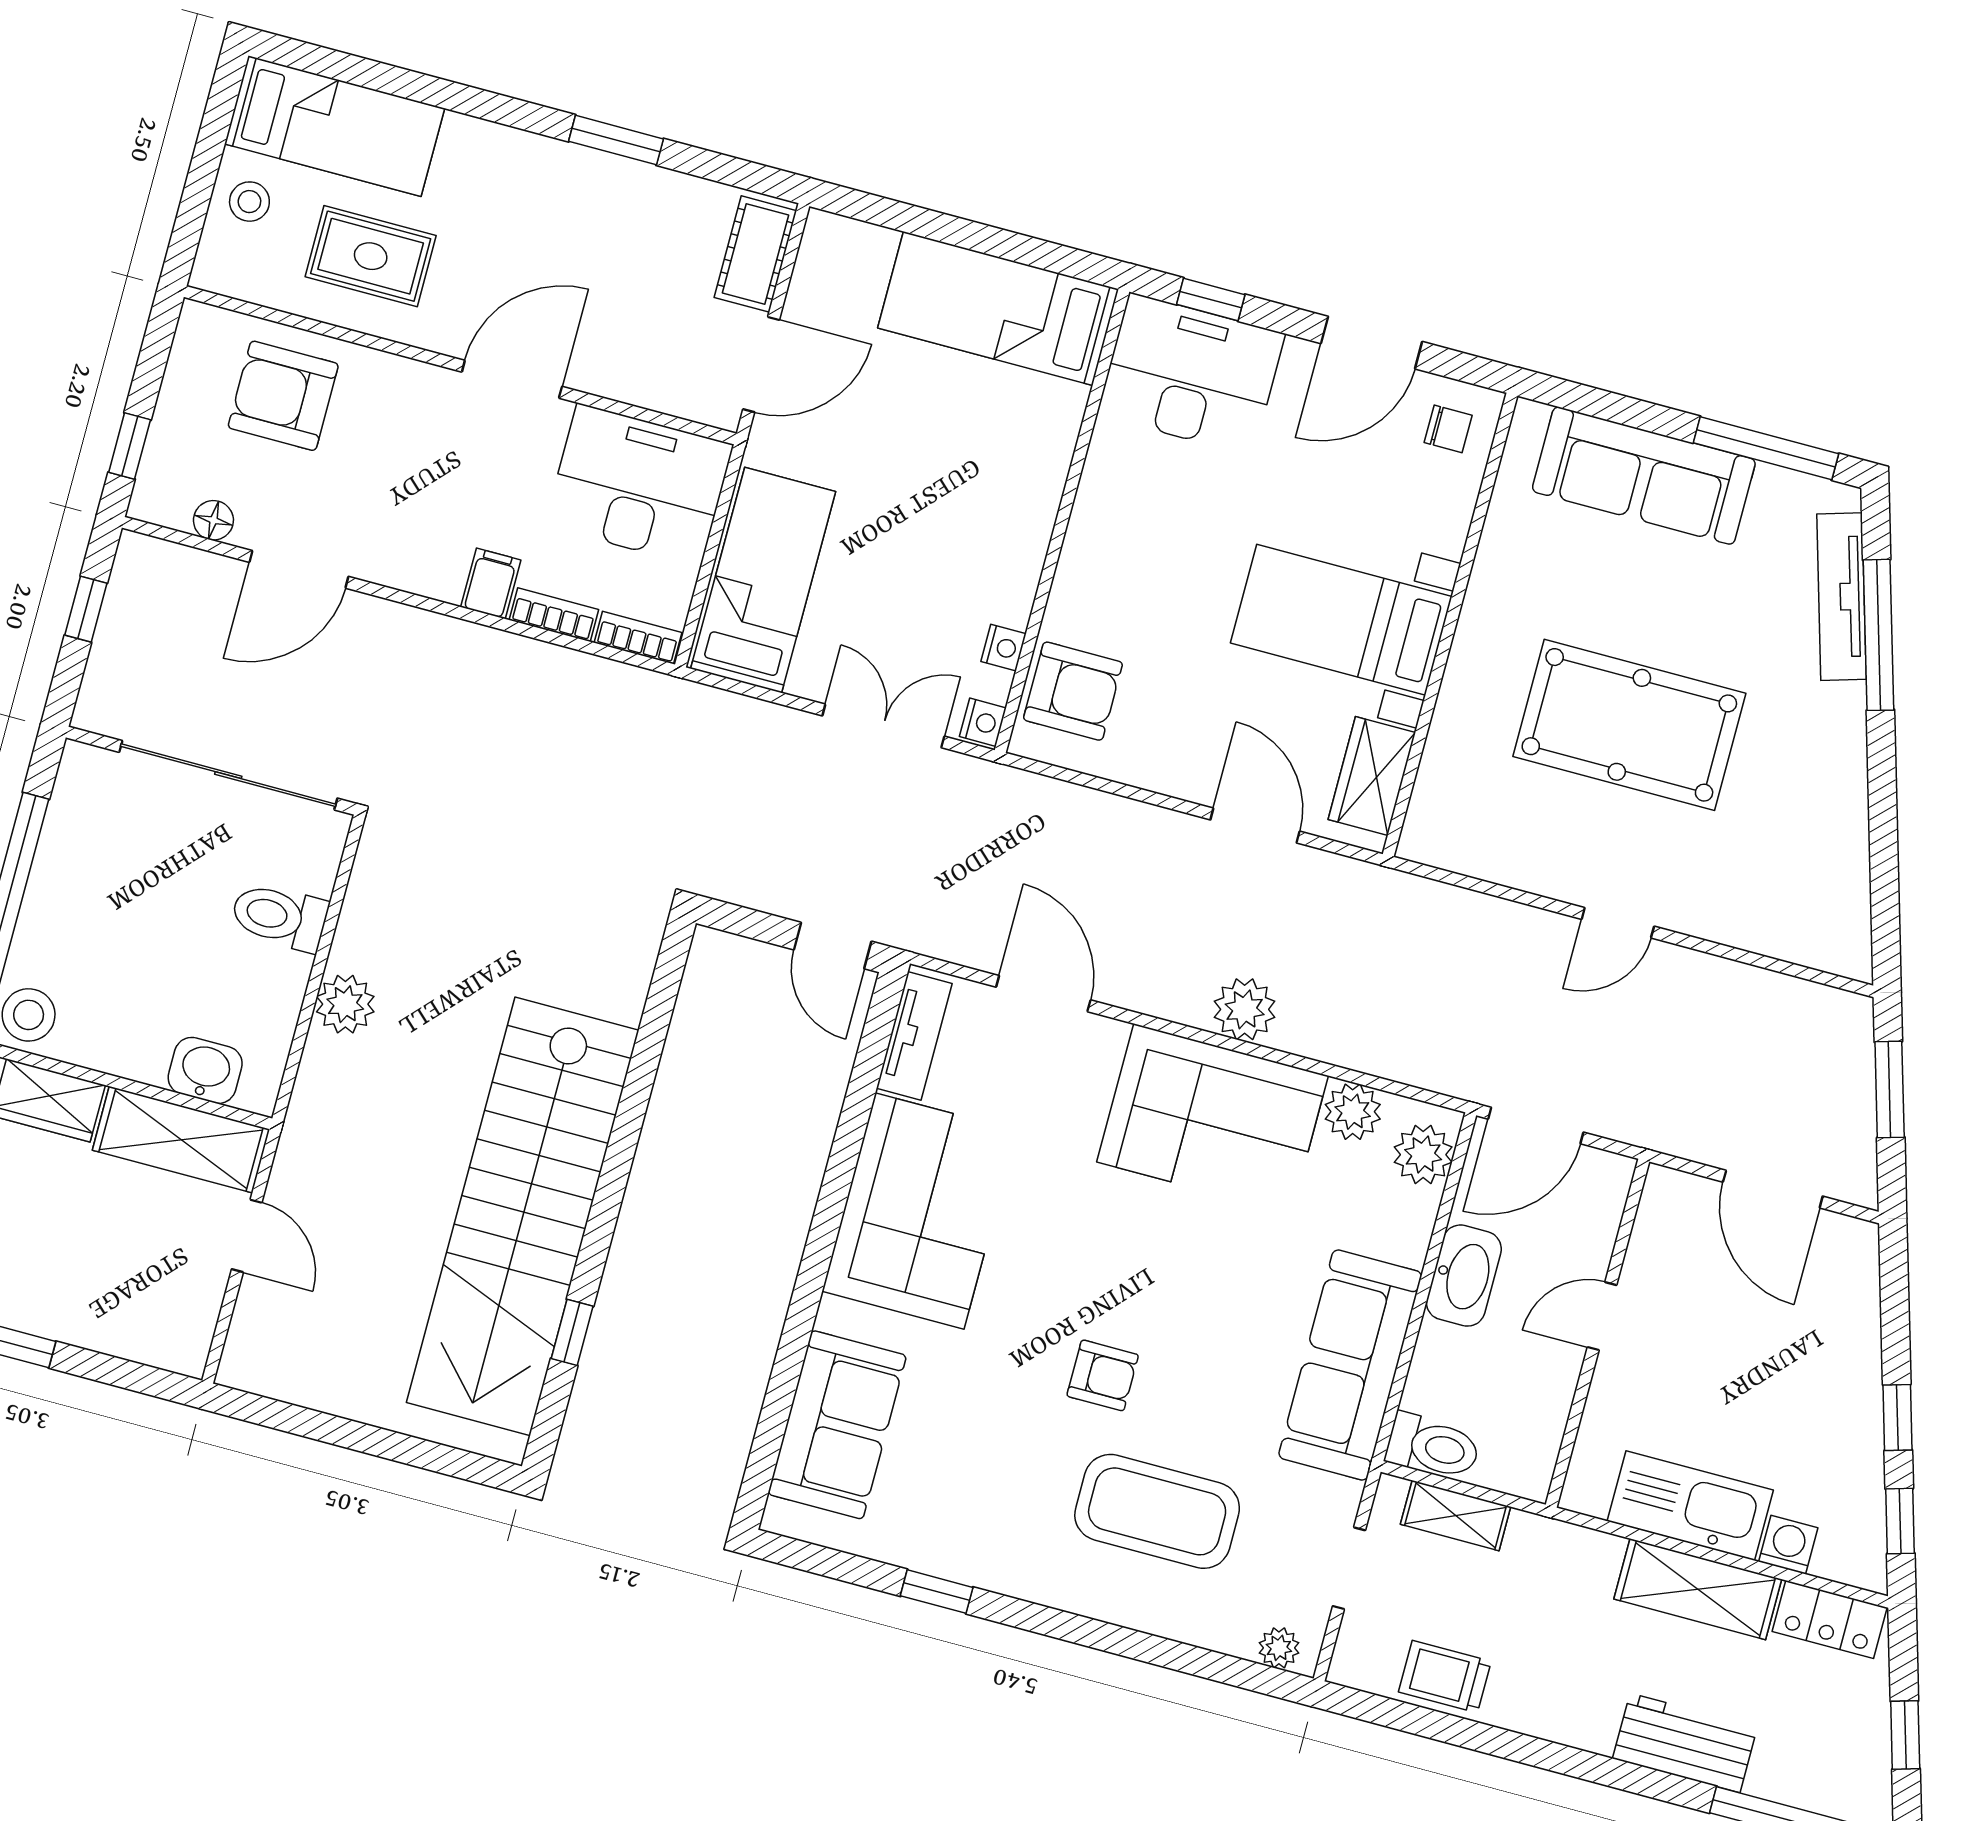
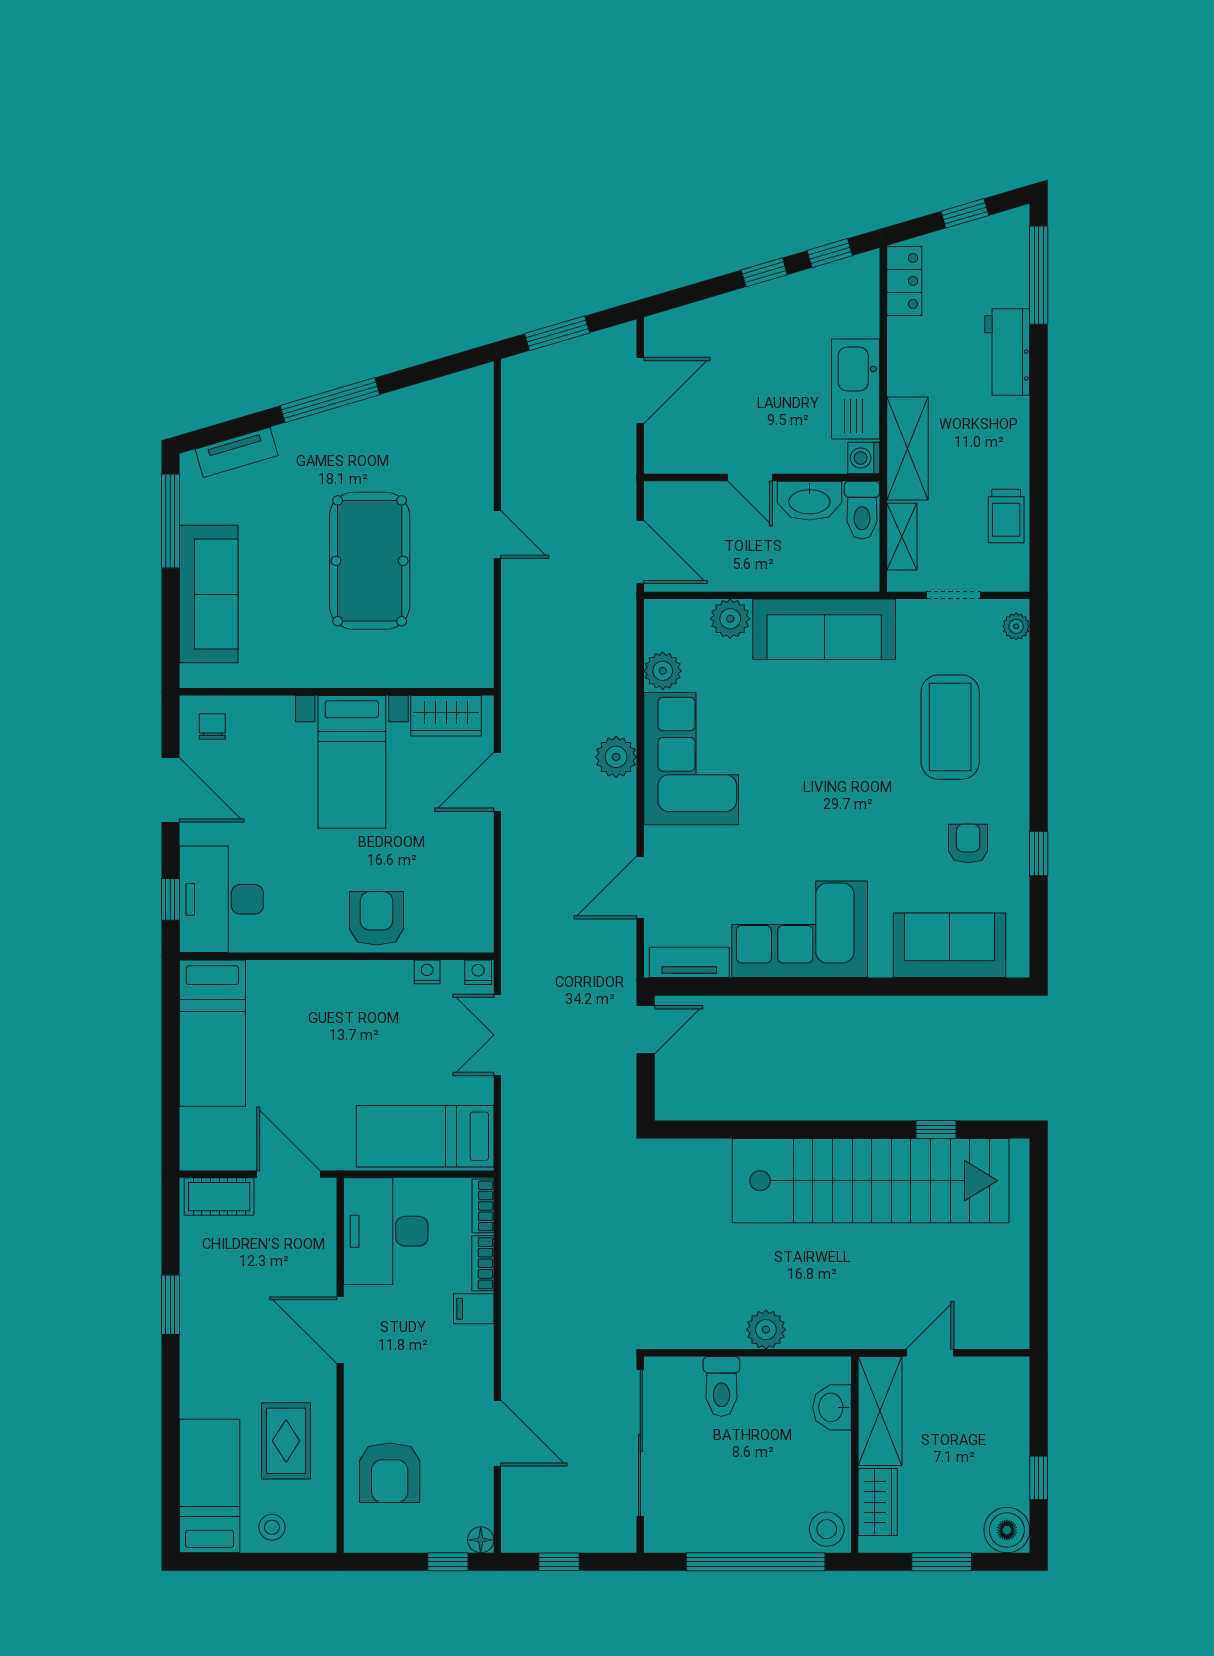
floor lamp: (213, 520) -> (481, 1540), moved
tv unit: (1841, 597) -> (237, 452), width x0.71
window: (1878, 635) -> (330, 400), moved
armchair: (1073, 691) -> (377, 918), moved
plant: (1423, 1155) -> (730, 619), moved
washbasin: (1464, 1276) -> (809, 501), moved, turned 180
armchair: (1103, 1375) -> (968, 843), moved
toilet: (1433, 1447) -> (862, 510), moved, turned 180
washing machine: (1788, 1545) -> (864, 458), moved
shelving: (1698, 1589) -> (907, 449), moved

